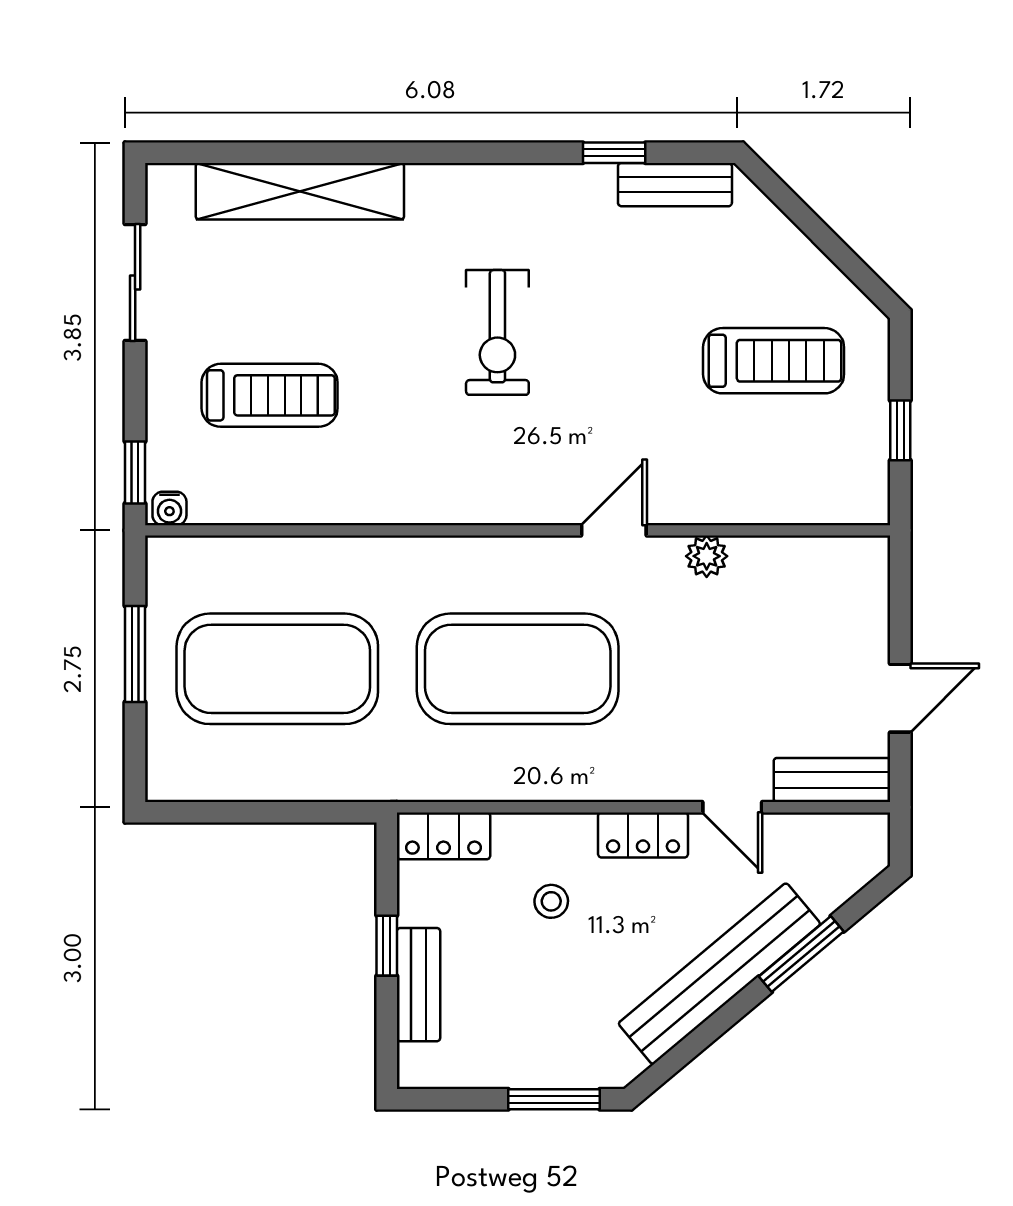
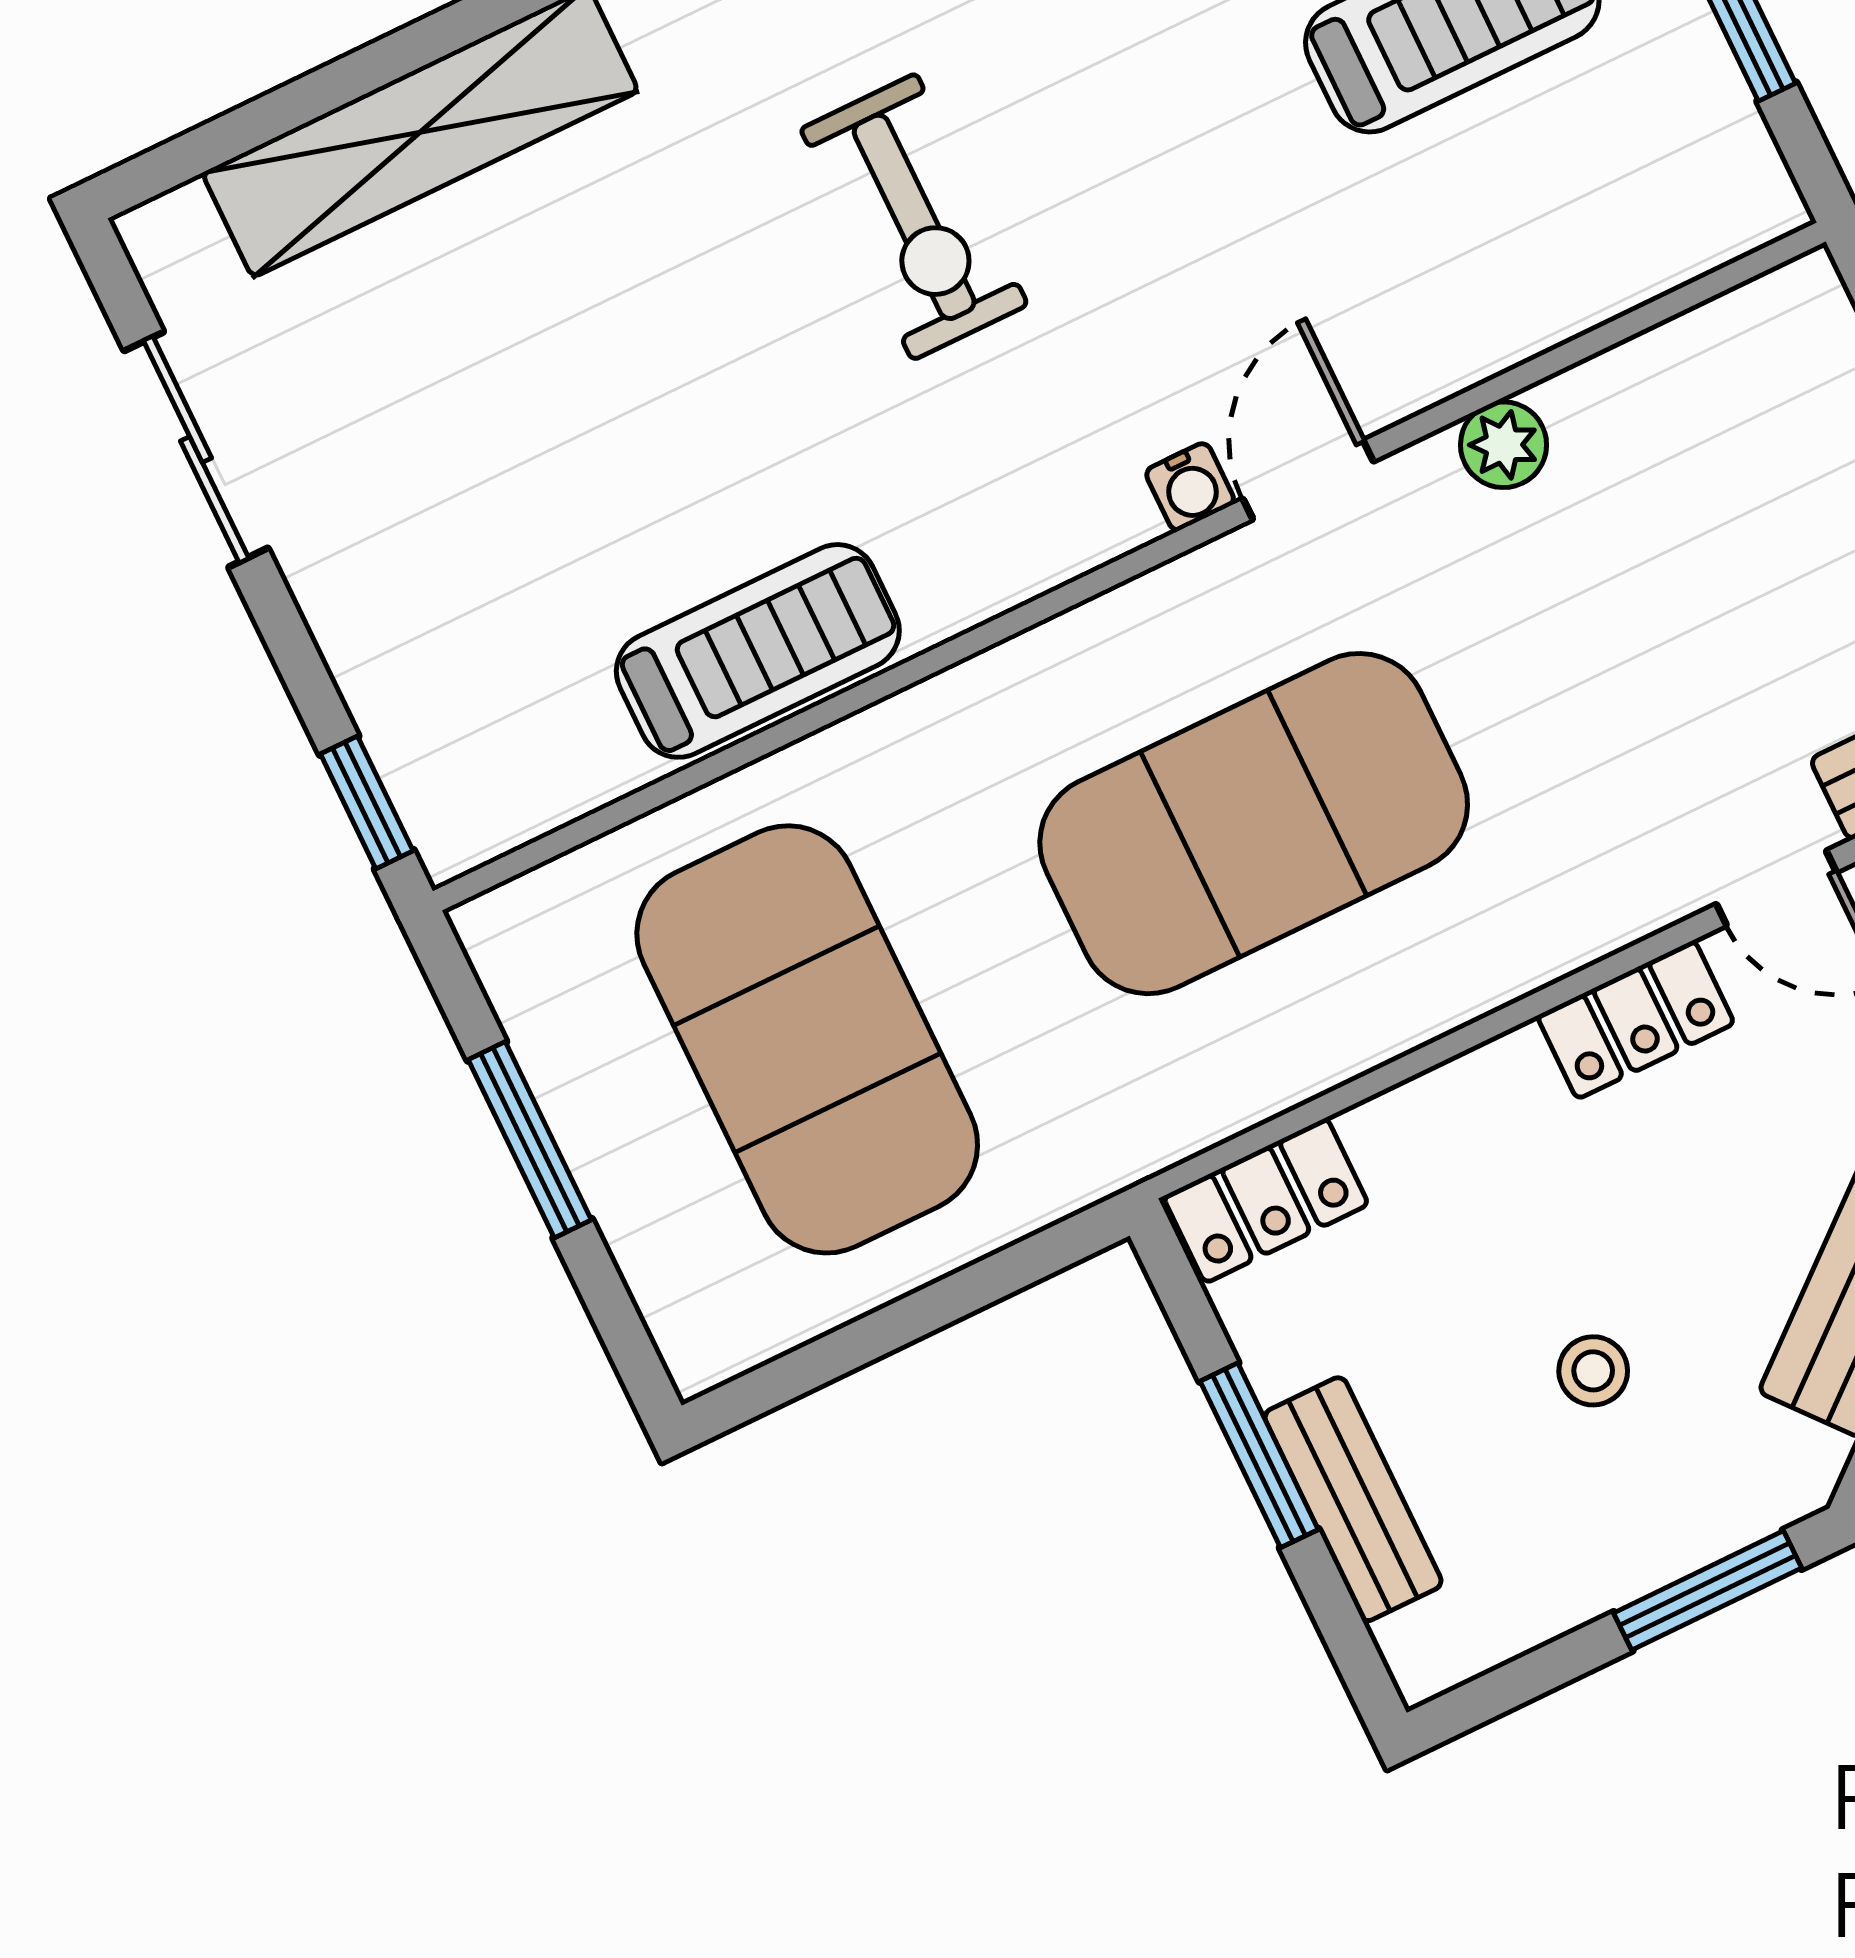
treadmill: (270, 395) -> (758, 651), moved
water cooler: (169, 508) -> (1190, 487), moved
exercise mat: (277, 669) -> (807, 1039), turned 90
stool: (551, 901) -> (1593, 1371), moved
window: (387, 946) -> (1259, 1455), width x1.50

